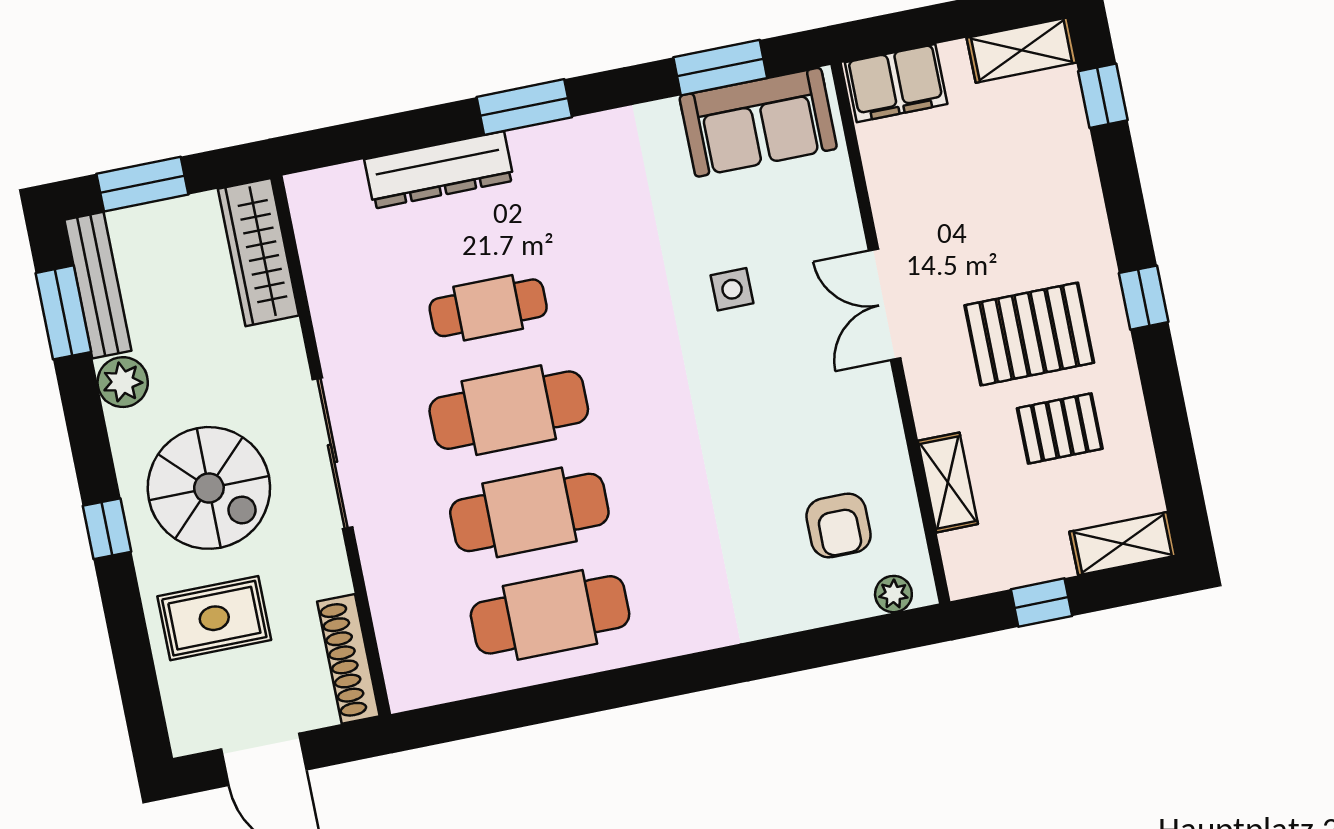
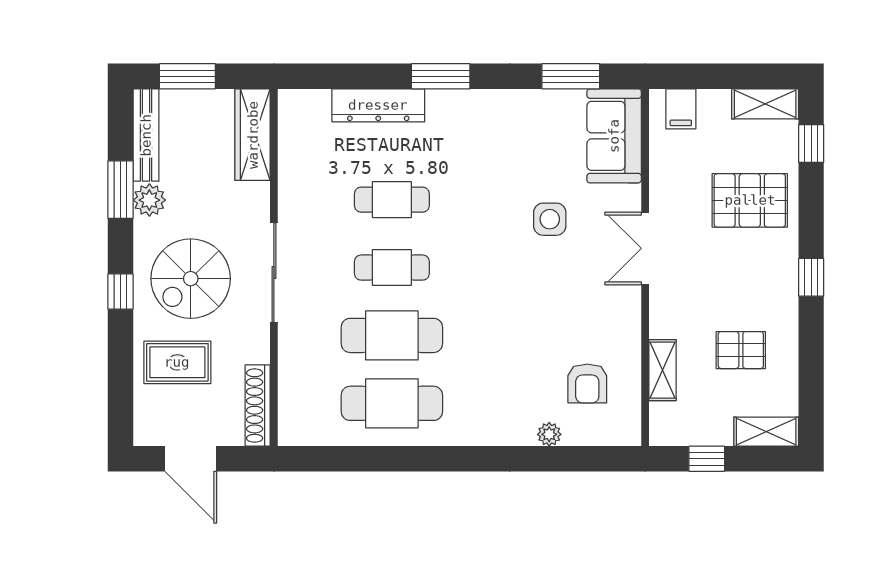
filing cabinet: (896, 83) -> (681, 109), width x0.50
sofa: (758, 122) -> (614, 136), moved, turned 90
side table: (732, 289) -> (550, 219), width x1.37, depth x1.37
window: (63, 312) -> (120, 190), moved
pallet: (1029, 334) -> (750, 200), moved
cafe table: (509, 410) -> (392, 268), width x0.73, depth x0.74
spiral stairs: (209, 488) -> (191, 279), turned 90
plant: (893, 594) -> (549, 434), moved

